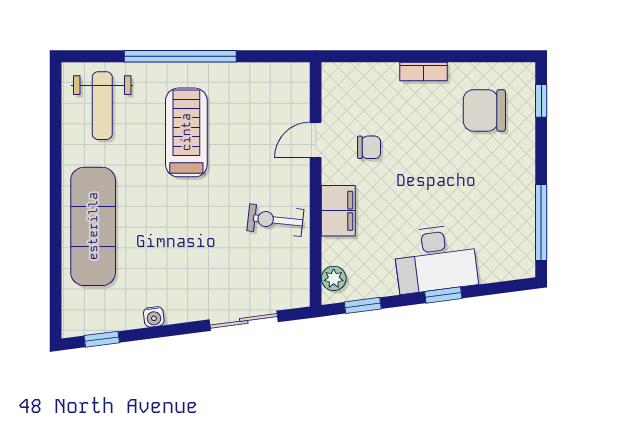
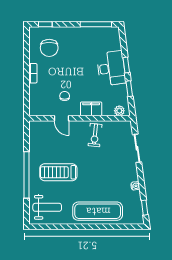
window: (363, 305) -> (129, 89), moved

